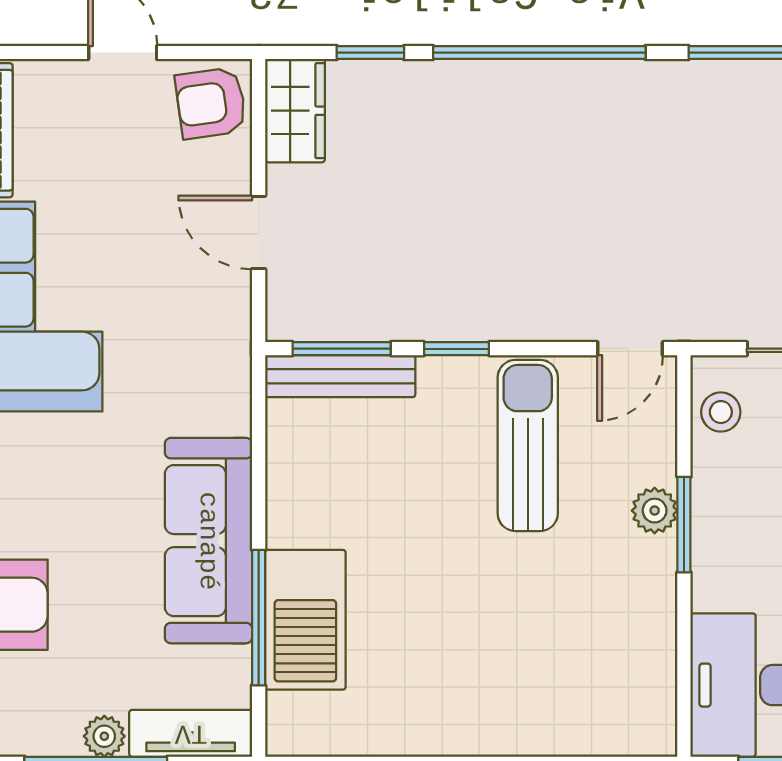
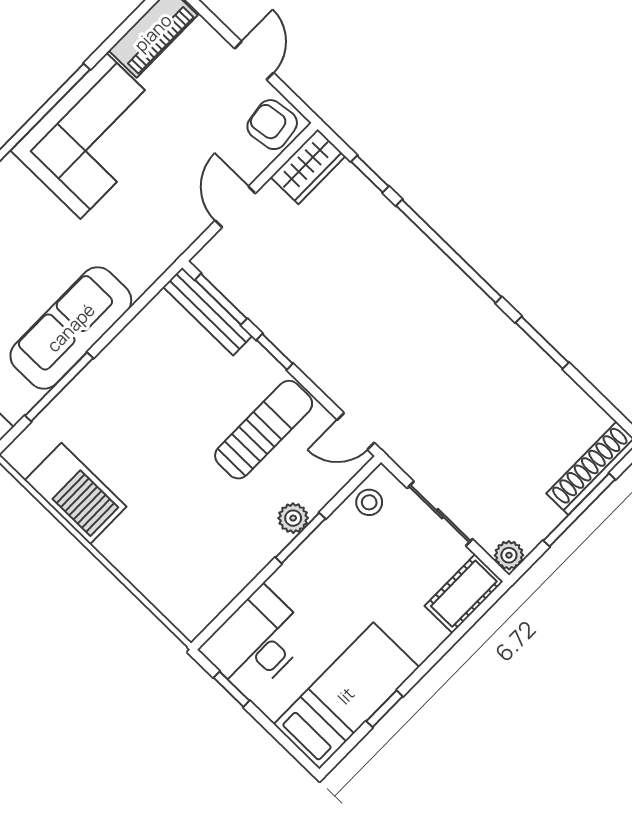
barbecue: (305, 620) -> (76, 494), moved, turned -90

